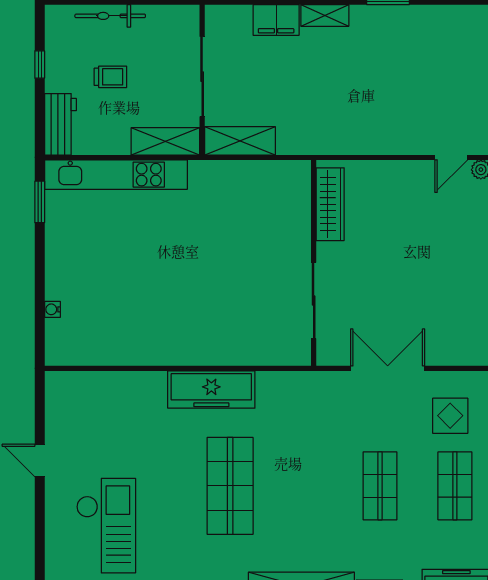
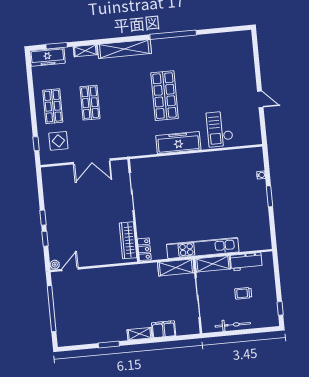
bicycle: (110, 16) -> (233, 325), moved
window: (40, 64) -> (280, 308), moved
workbench: (60, 124) -> (246, 262), moved, turned -90
kitchen unit: (116, 175) -> (203, 248), moved
locker: (299, 183) -> (144, 249), added
window: (40, 202) -> (269, 196), moved
checkout: (106, 526) -> (220, 129), moved, width x0.73, depth x0.83

